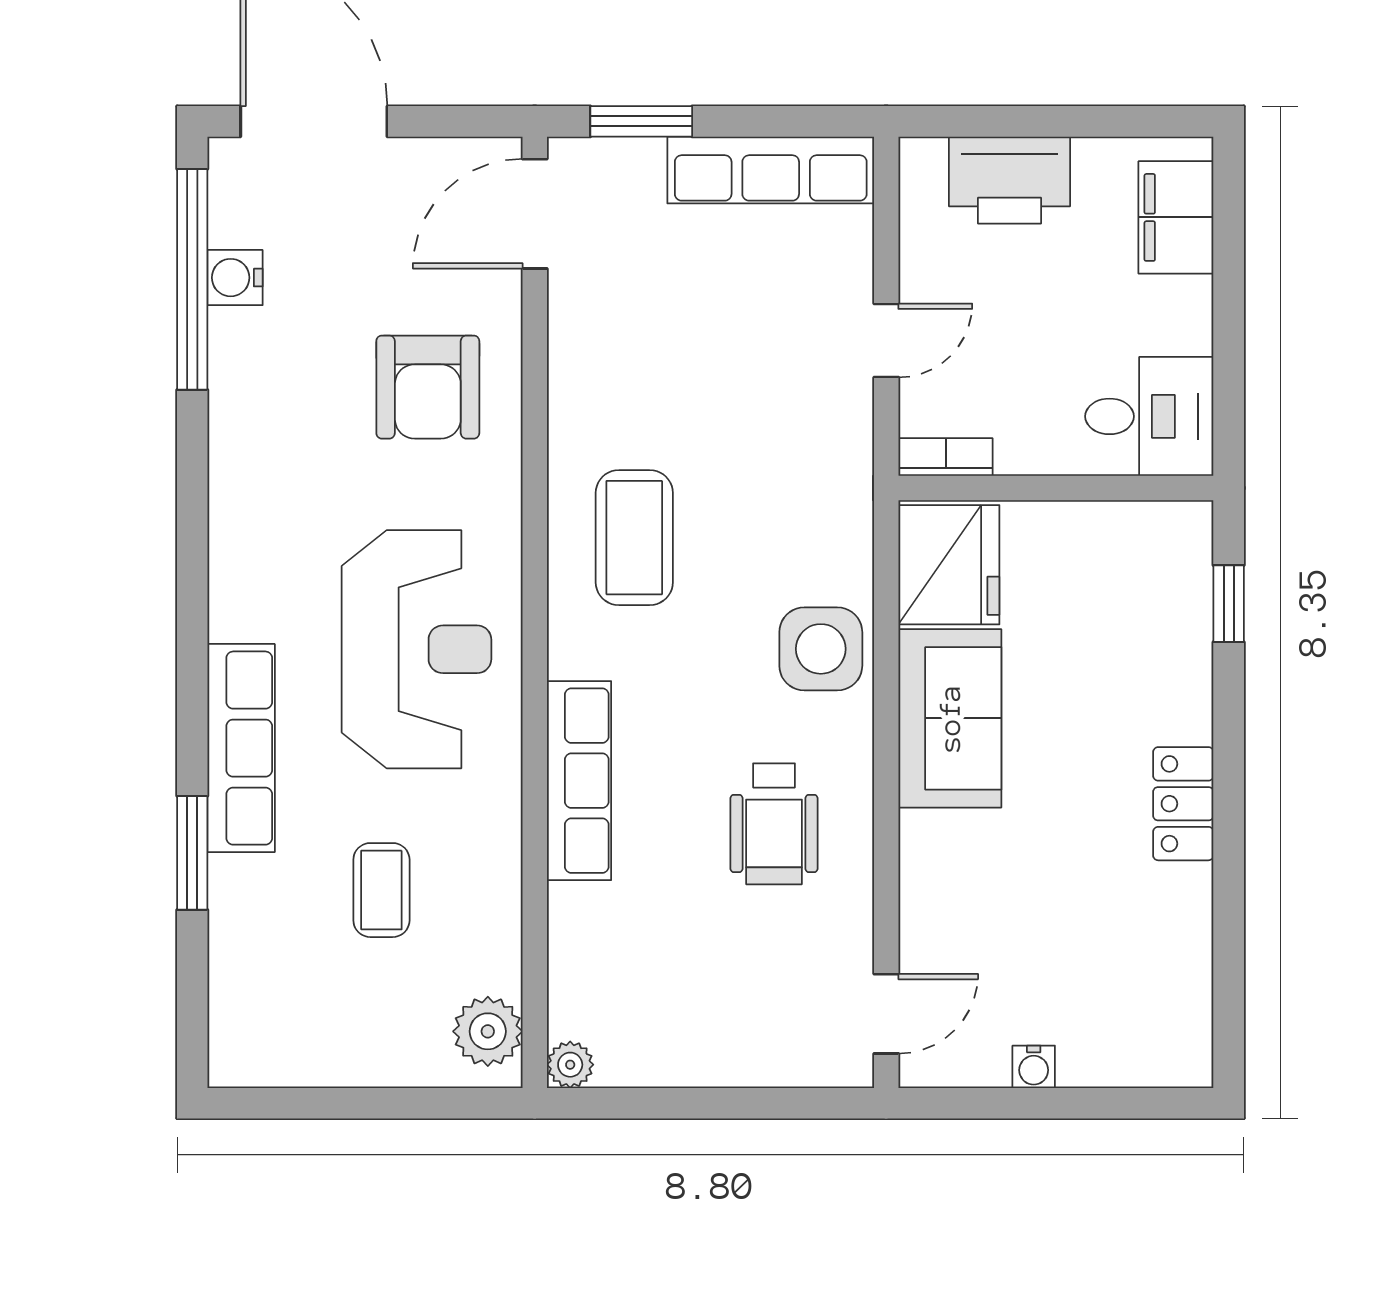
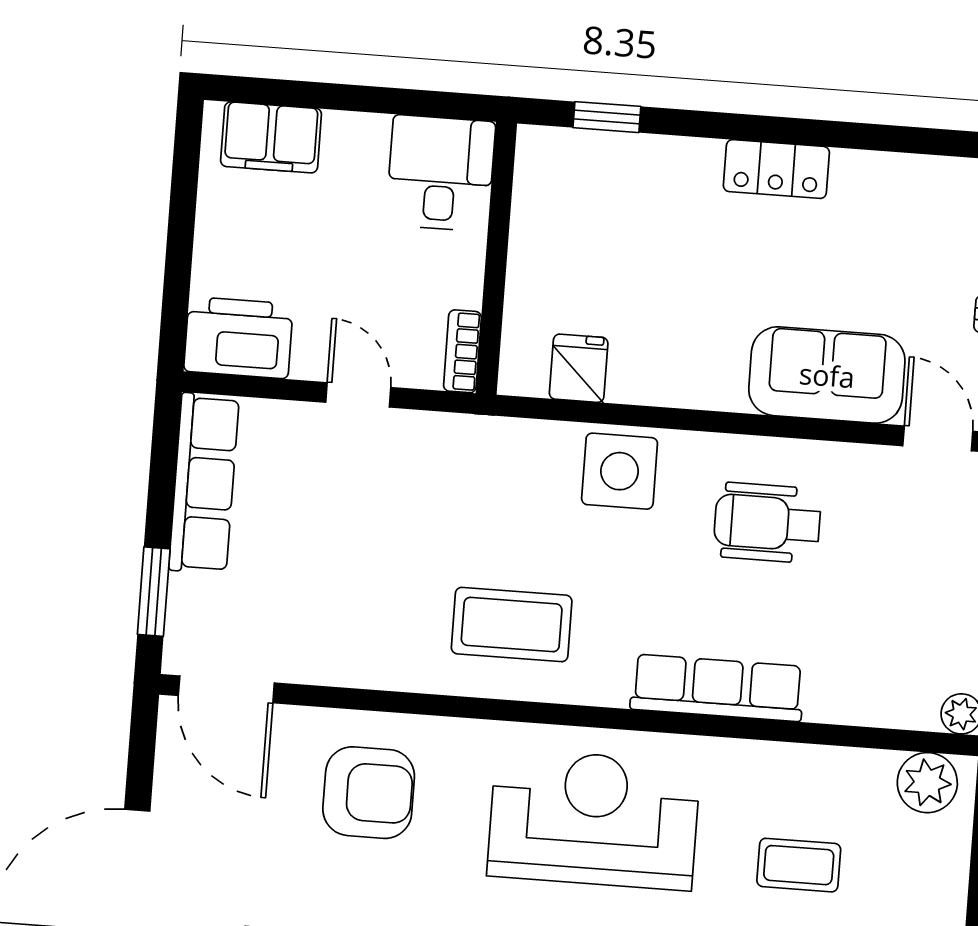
printer: (1009, 180) -> (238, 338), moved, turned -90
fridge: (949, 565) -> (579, 368), width x0.53, depth x0.75
sofa: (950, 718) -> (827, 375), moved
wheelchair: (774, 824) -> (767, 523), turned 180

